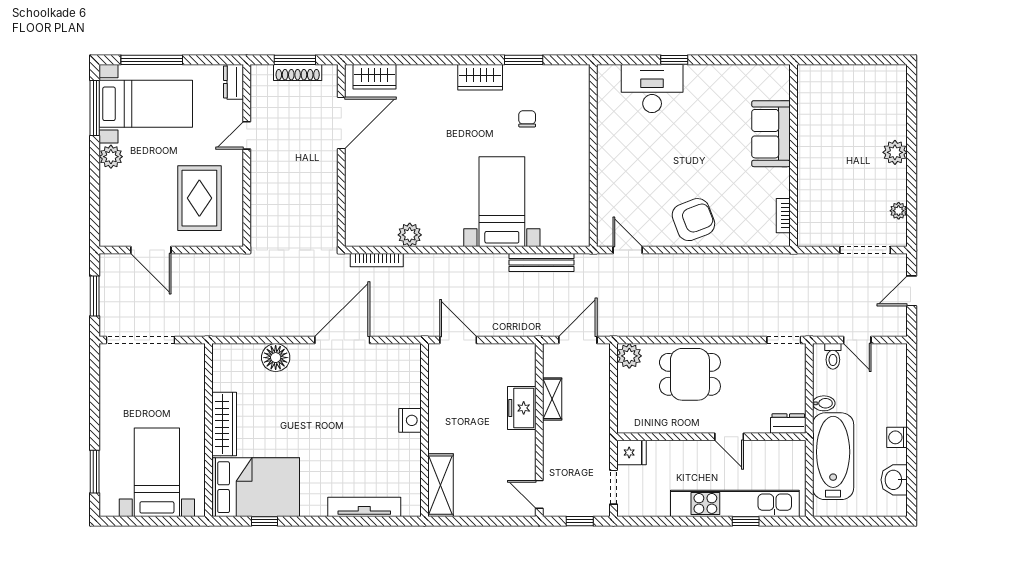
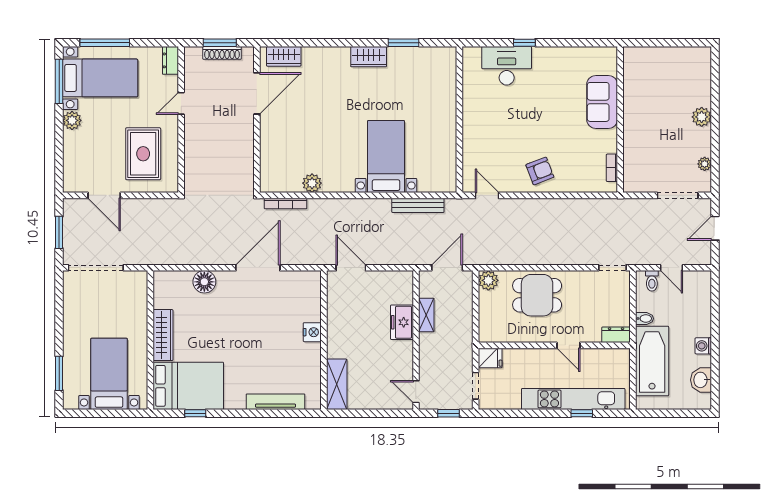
chair: (527, 119) -> (406, 90), removed
armchair: (693, 220) -> (540, 171), width x0.72, depth x0.72

